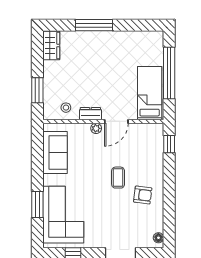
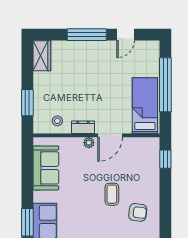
door: (131, 25) -> (126, 35), added

